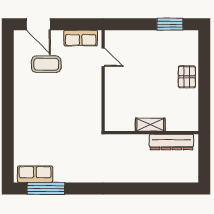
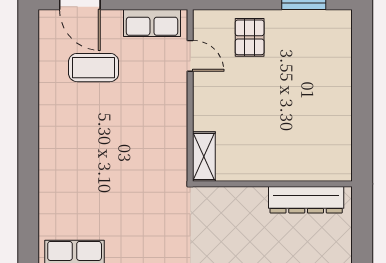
pallet: (187, 77) -> (250, 37), moved
shelving: (150, 125) -> (204, 156), moved, turned 90

